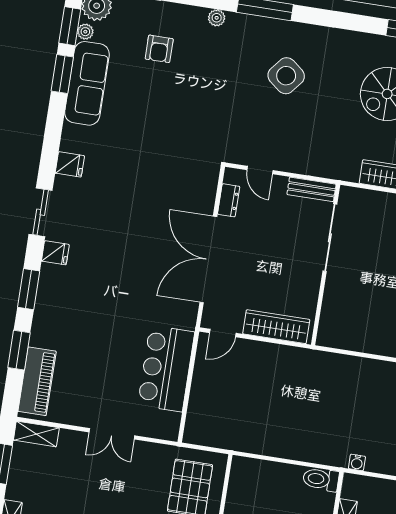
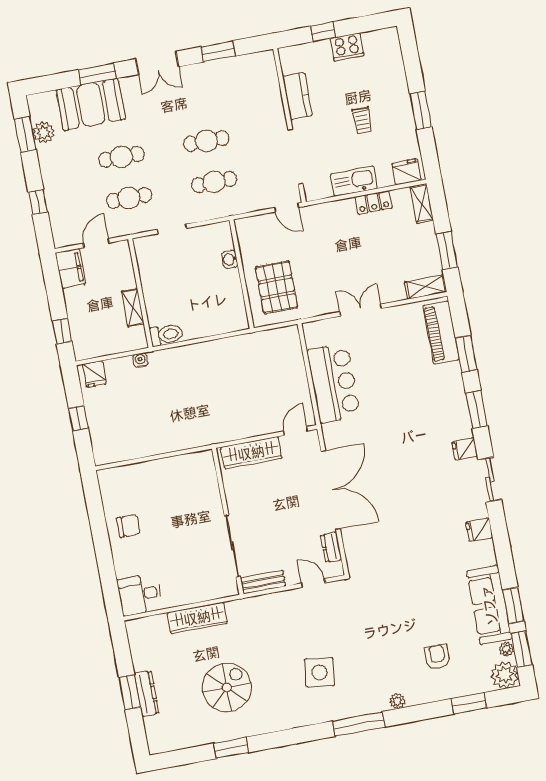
side table: (286, 76) -> (320, 672), turned -31

